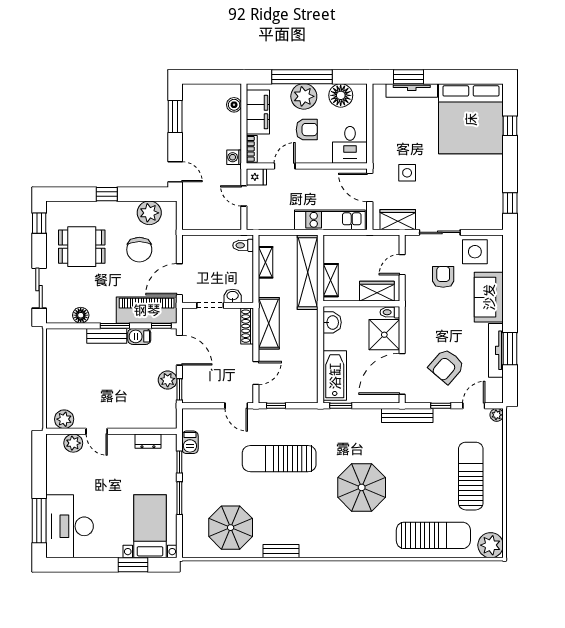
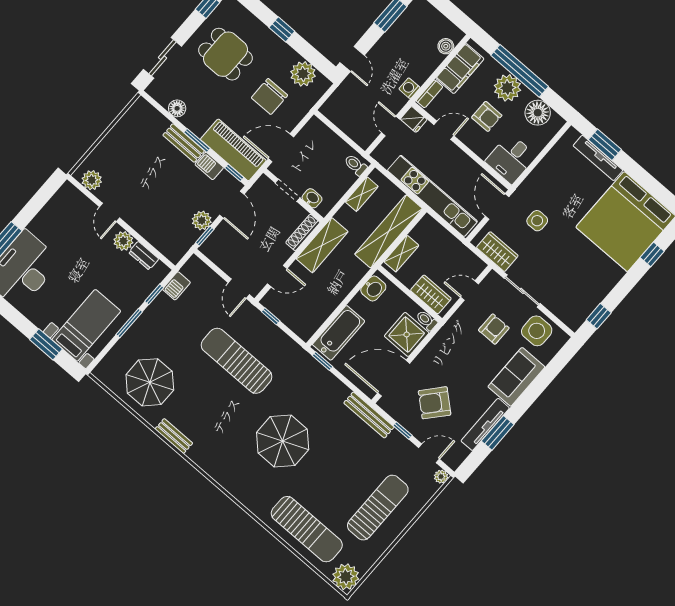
kitchen unit: (330, 220) -> (432, 196), width x1.36
plant: (73, 443) -> (123, 241), moved

